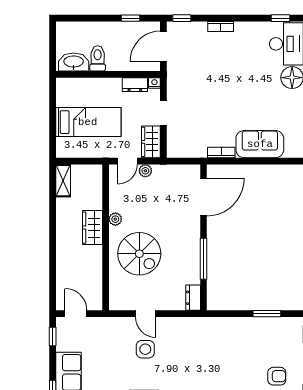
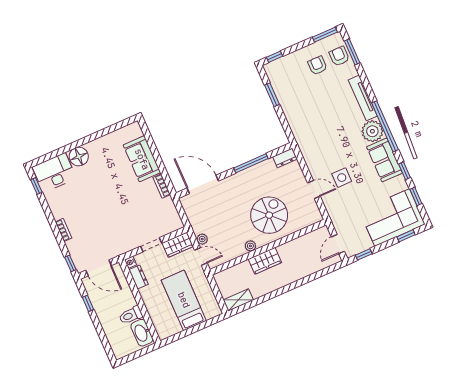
door: (146, 314) -> (314, 190), hinge flipped

